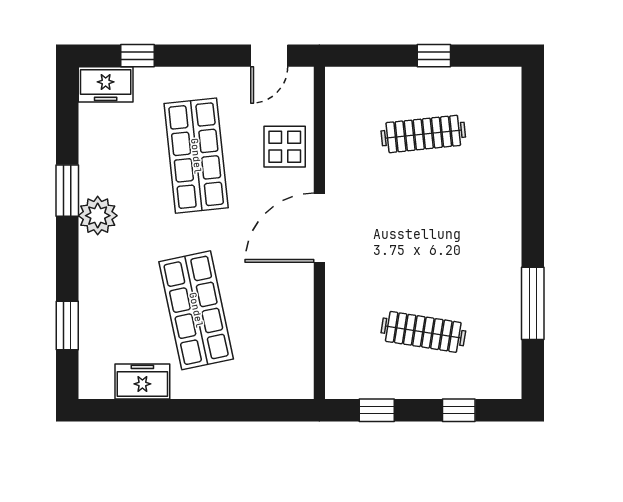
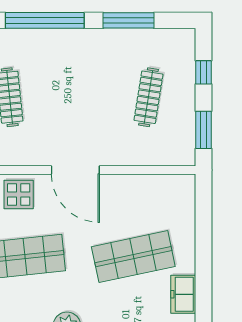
window: (533, 184) -> (45, 20), added
window: (377, 410) -> (204, 130), width x1.50

